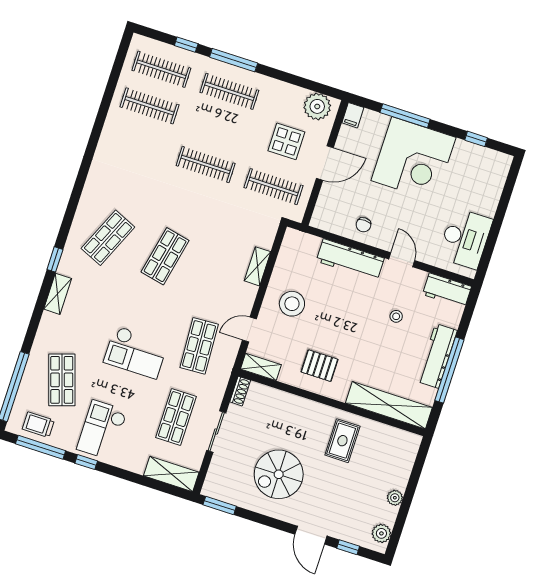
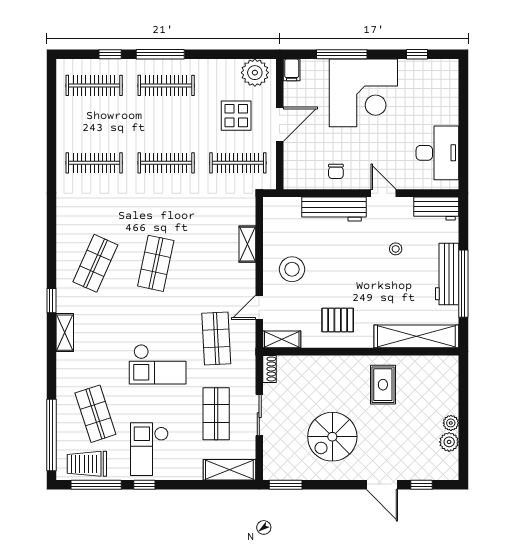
clothes rail: (150, 106) -> (94, 163), moved
trolley: (38, 425) -> (87, 464), width x1.36, depth x1.39
plant: (381, 533) -> (449, 442), moved

